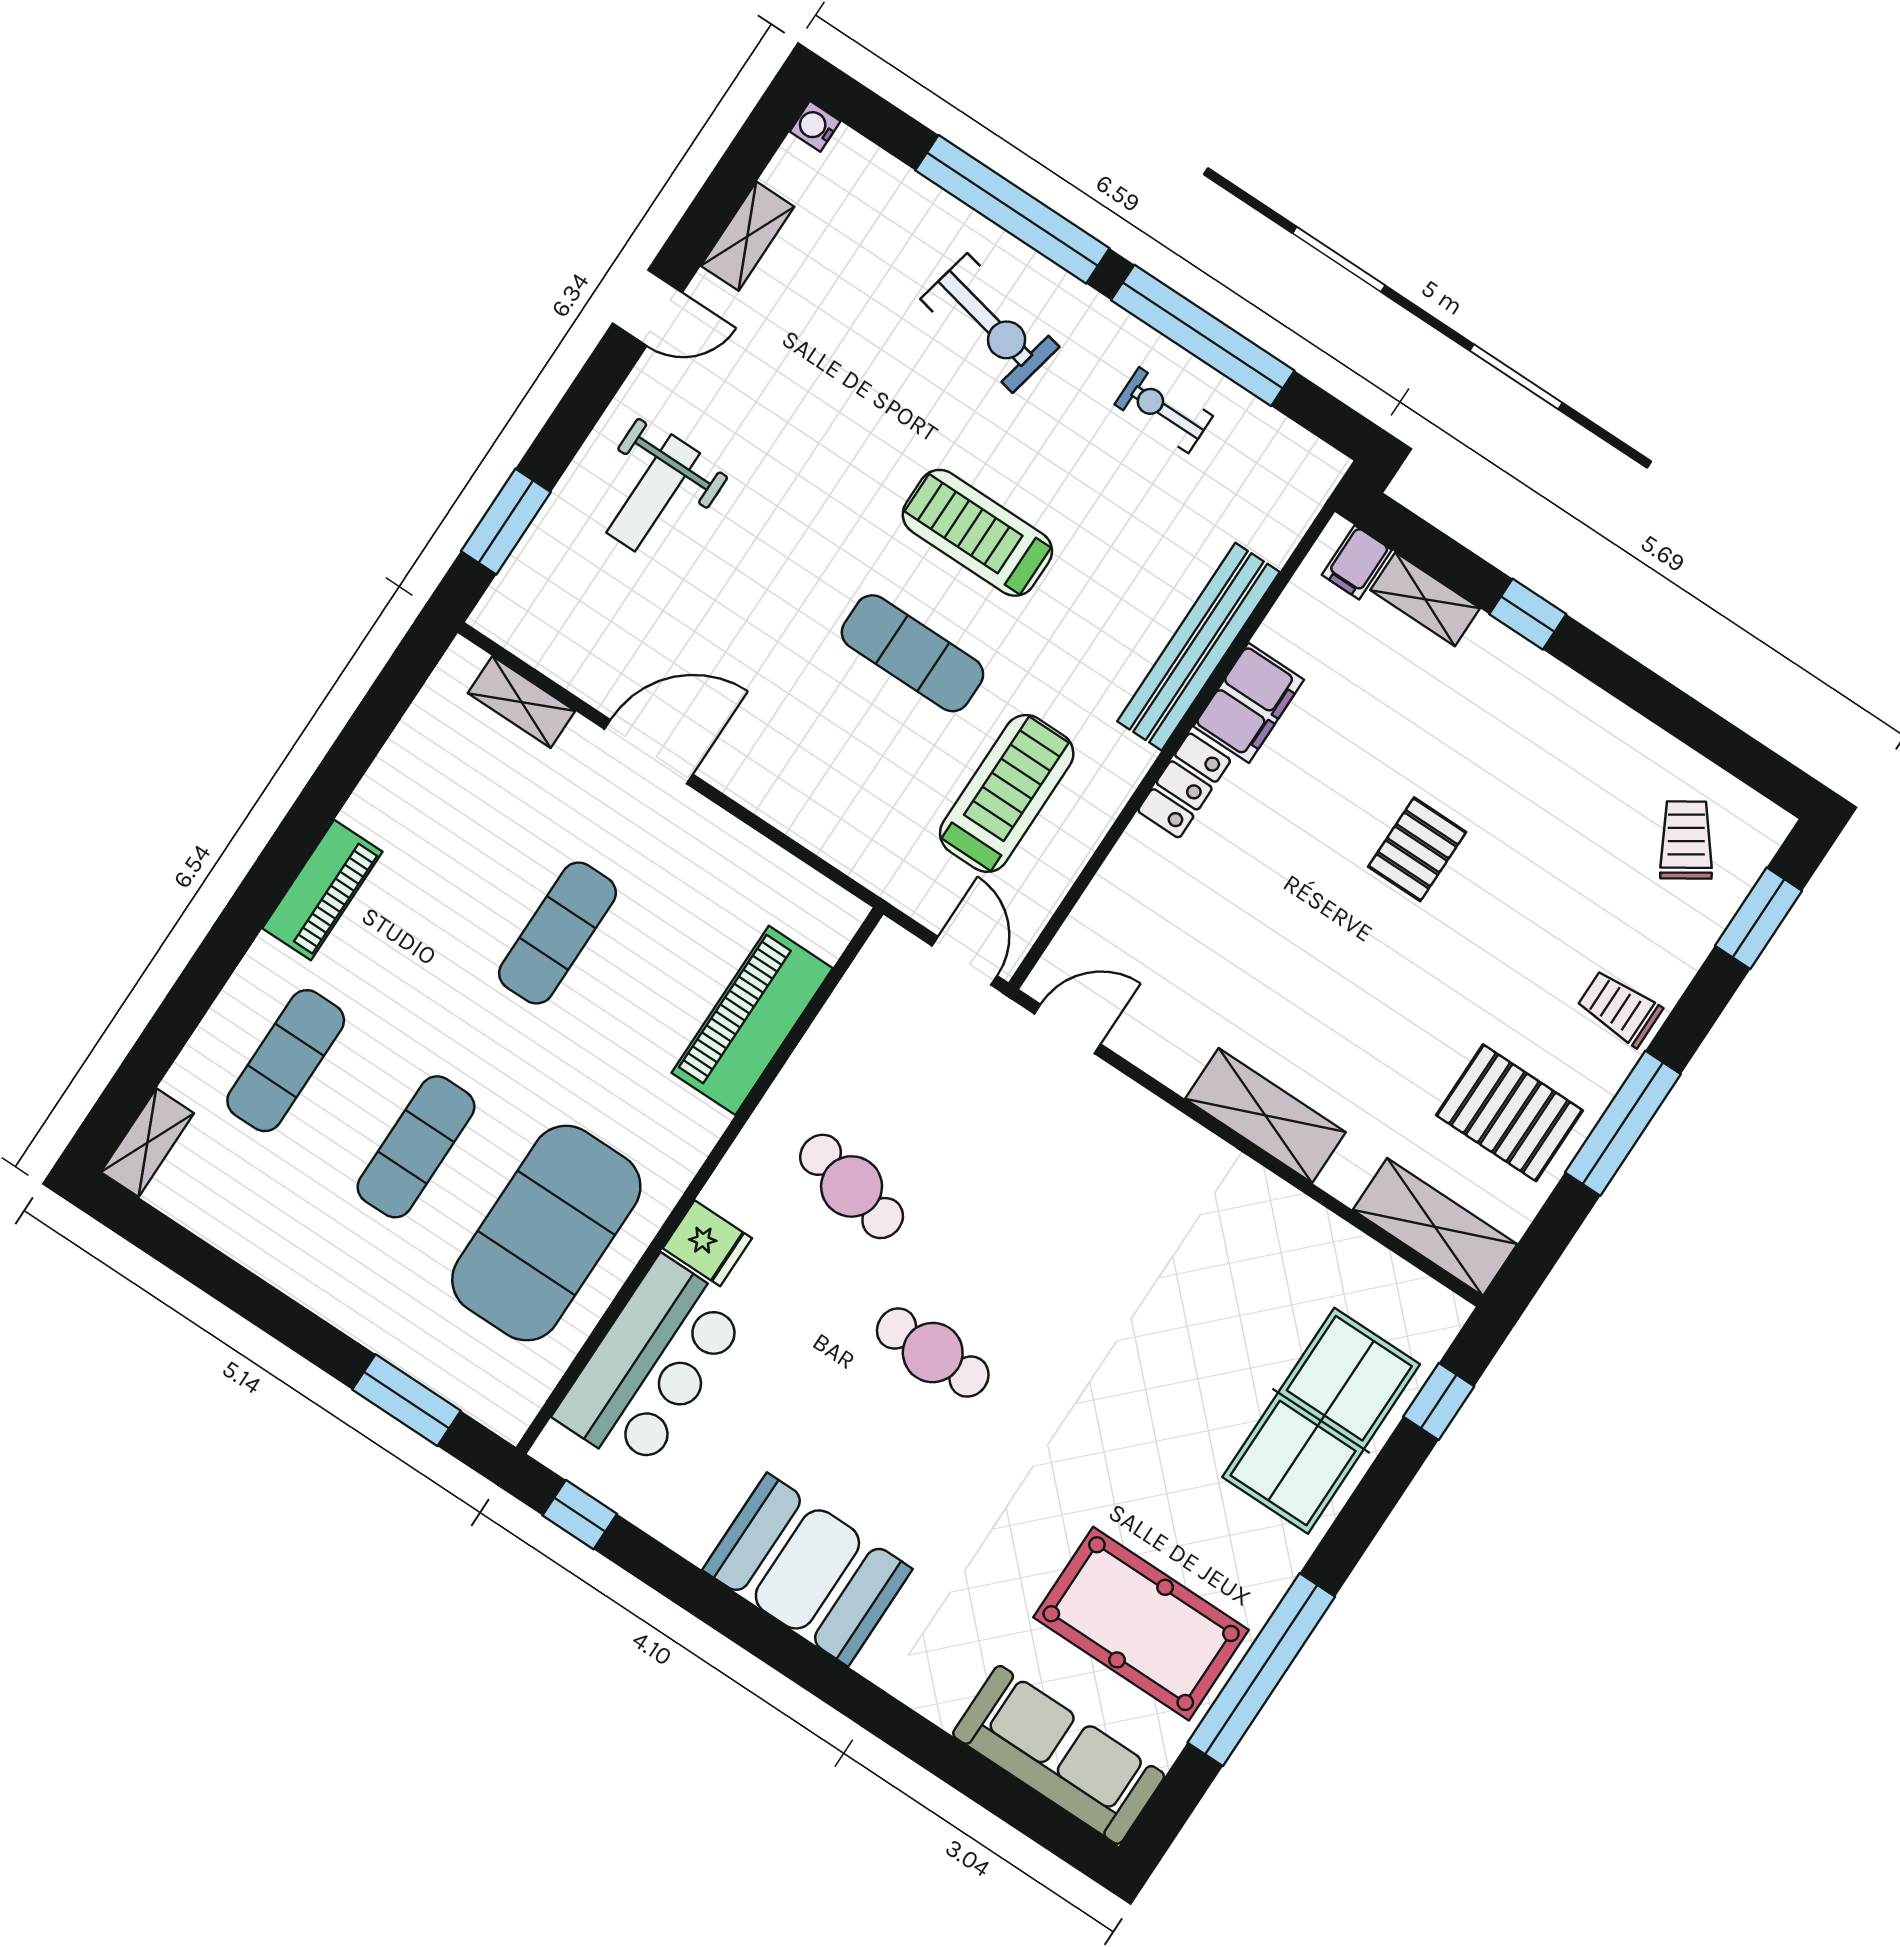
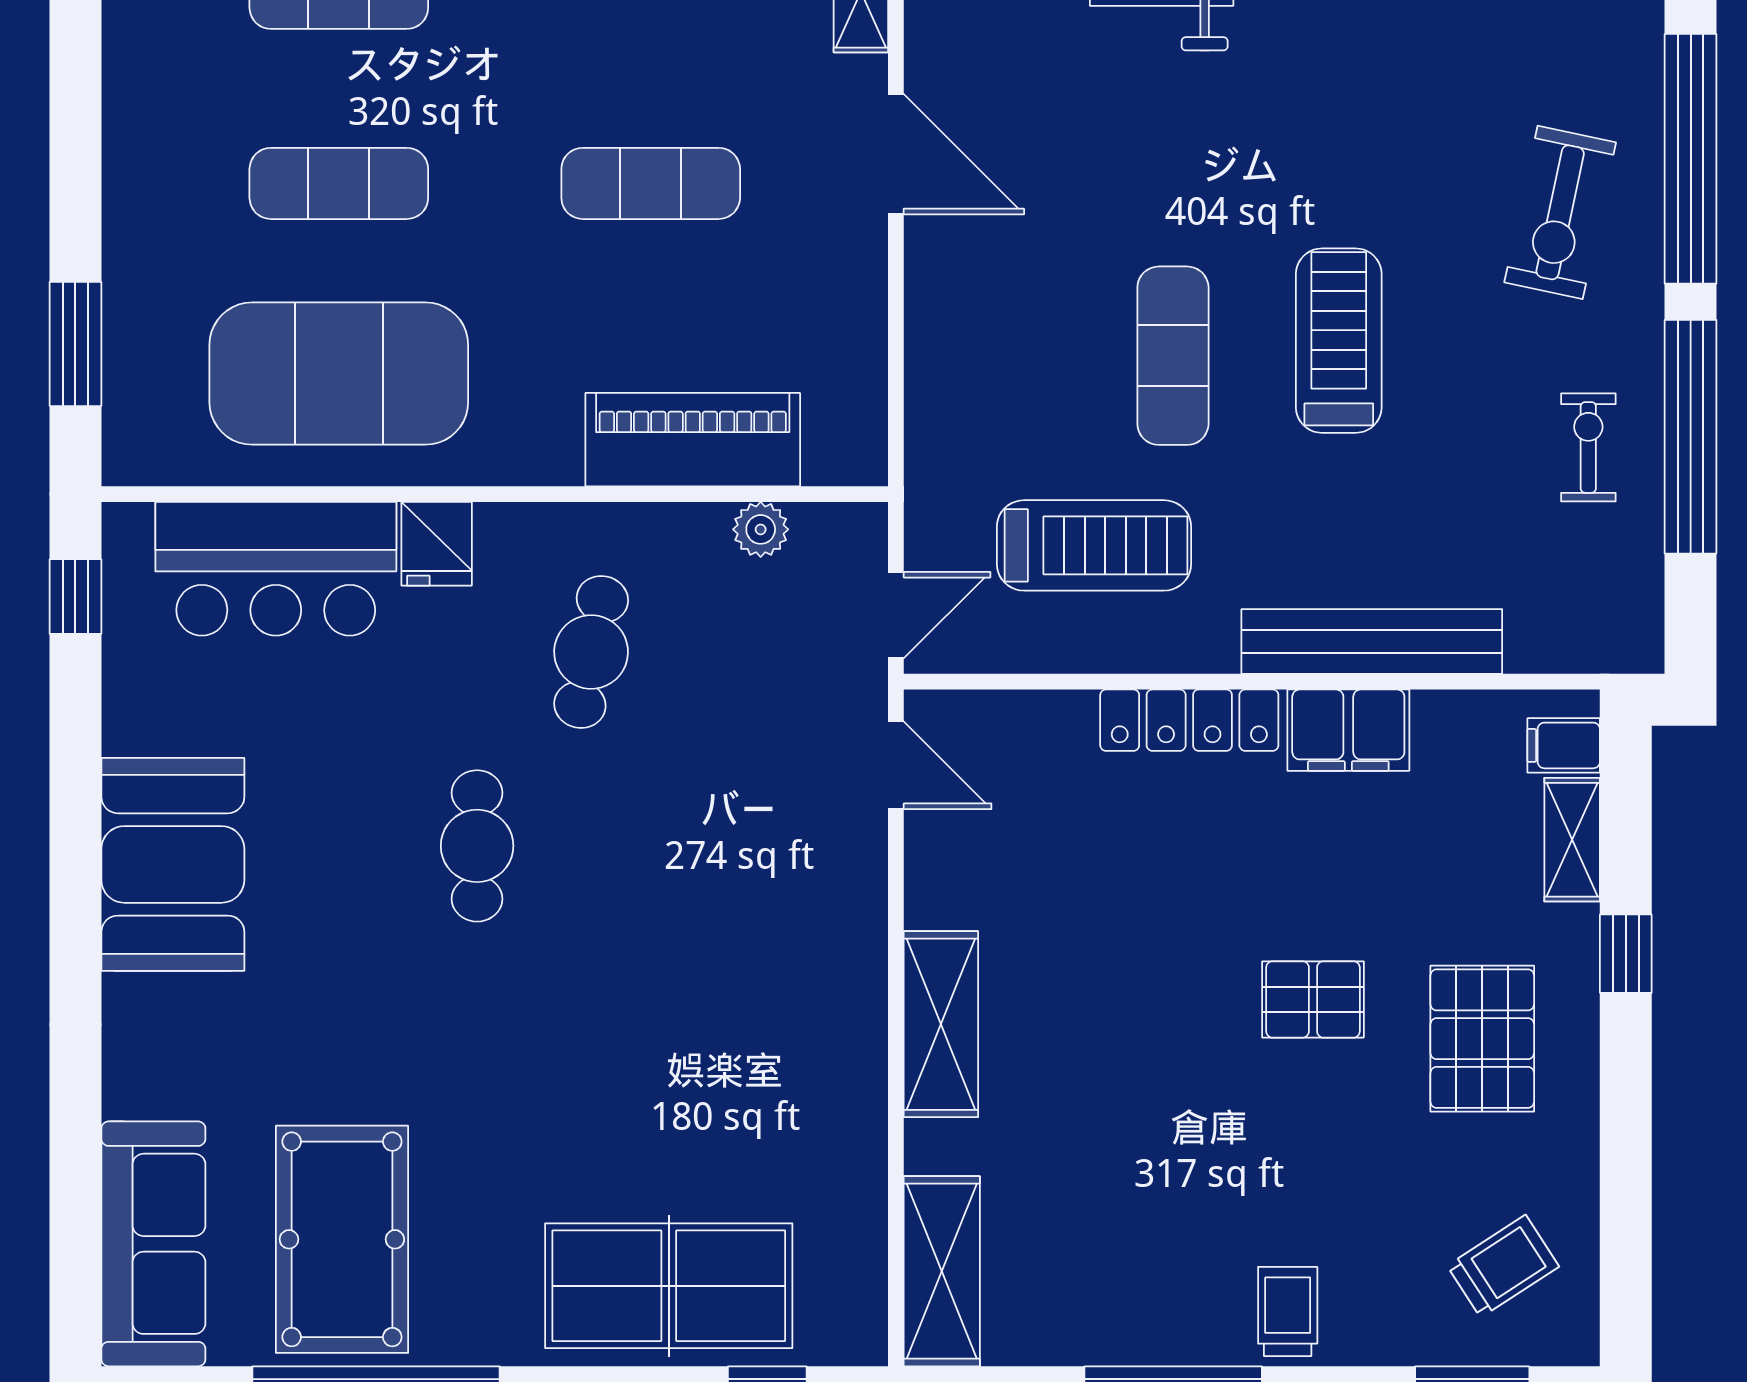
locker: (1184, 785) -> (1189, 720), width x1.53
plant: (845, 1015) -> (761, 529), added
pallet: (1509, 1113) -> (1482, 1039), moved

